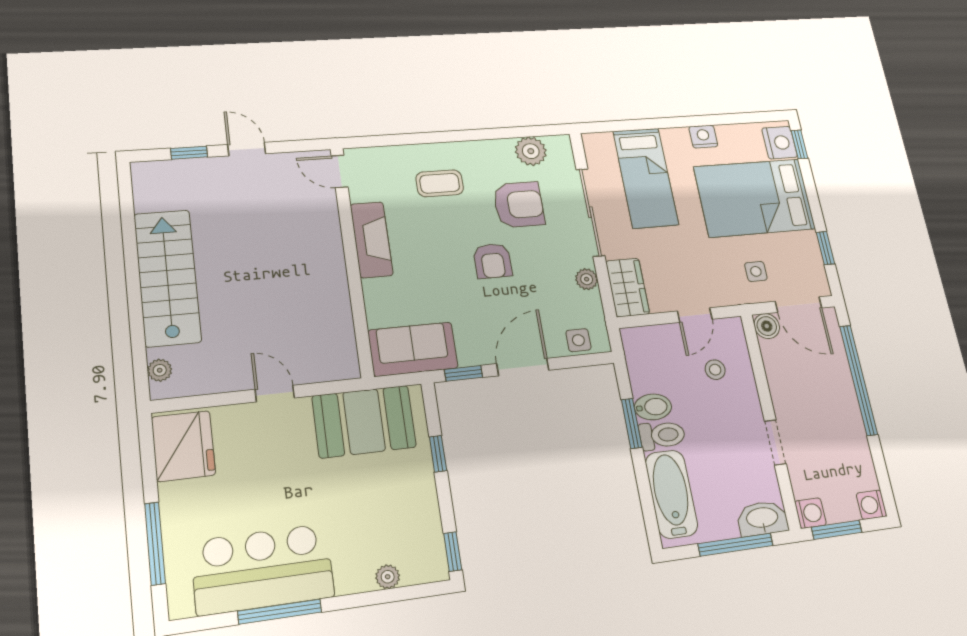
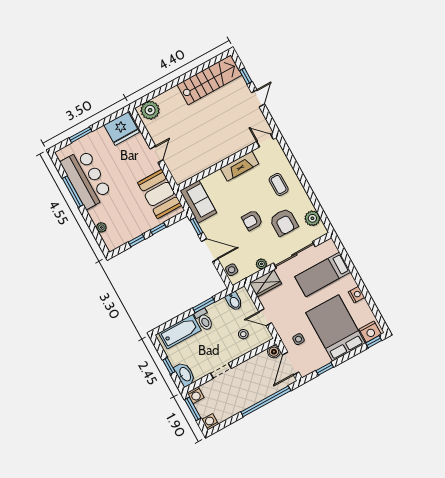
door: (340, 171) -> (265, 140), hinge flipped
stairs: (167, 278) -> (209, 80), moved
plant: (160, 370) -> (150, 110), width x1.87, depth x1.87
bidet: (653, 407) -> (234, 301), moved
window: (155, 543) -> (81, 135), width x0.69
window: (735, 545) -> (169, 366), width x0.46
window: (453, 552) -> (137, 241), moved

